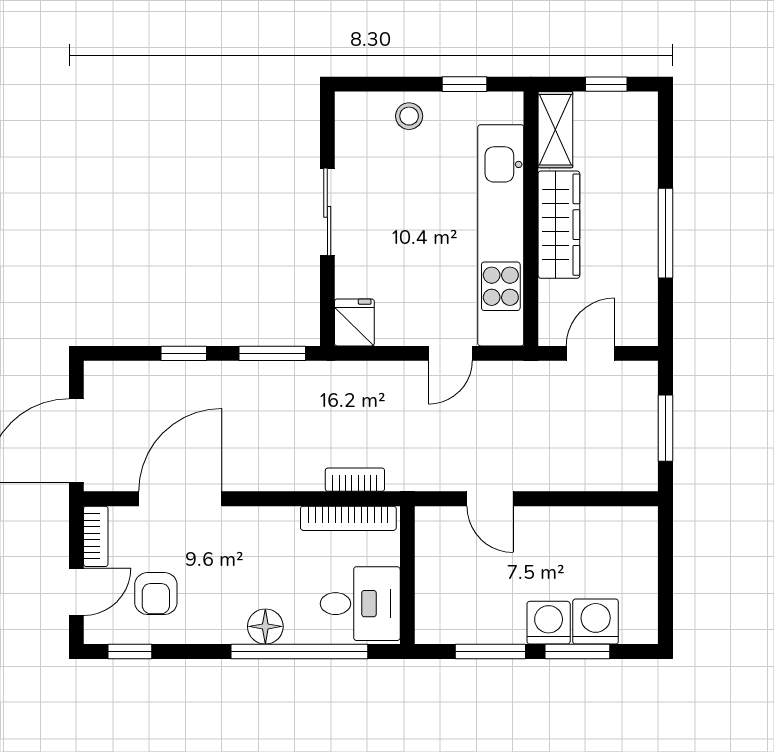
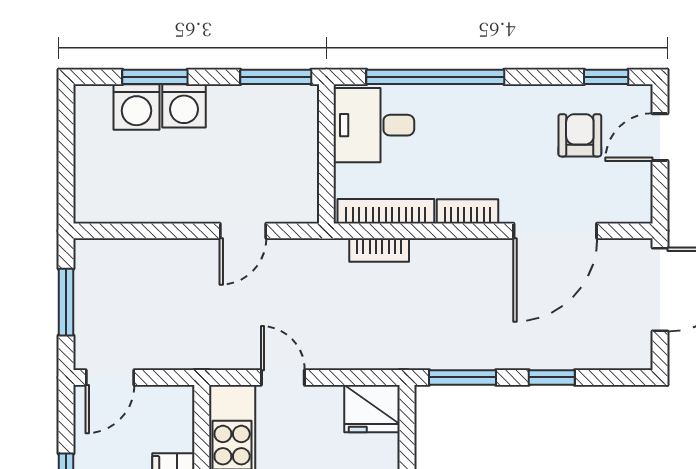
fridge: (354, 322) -> (372, 409), width x1.38
door: (450, 353) -> (283, 377), hinge flipped
door: (590, 353) -> (110, 377), moved
door: (490, 499) -> (243, 231), swing flipped
bookcase: (96, 536) -> (468, 211), moved, turned 90
floor lamp: (265, 626) -> (470, 102), removed
window: (490, 651) -> (276, 77), moved

